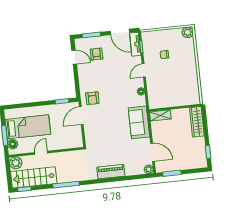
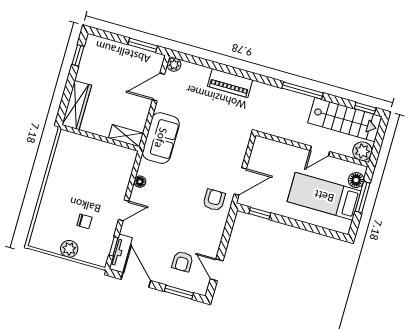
plant: (188, 32) -> (69, 249), moved
door: (153, 152) -> (159, 87), hinge flipped

